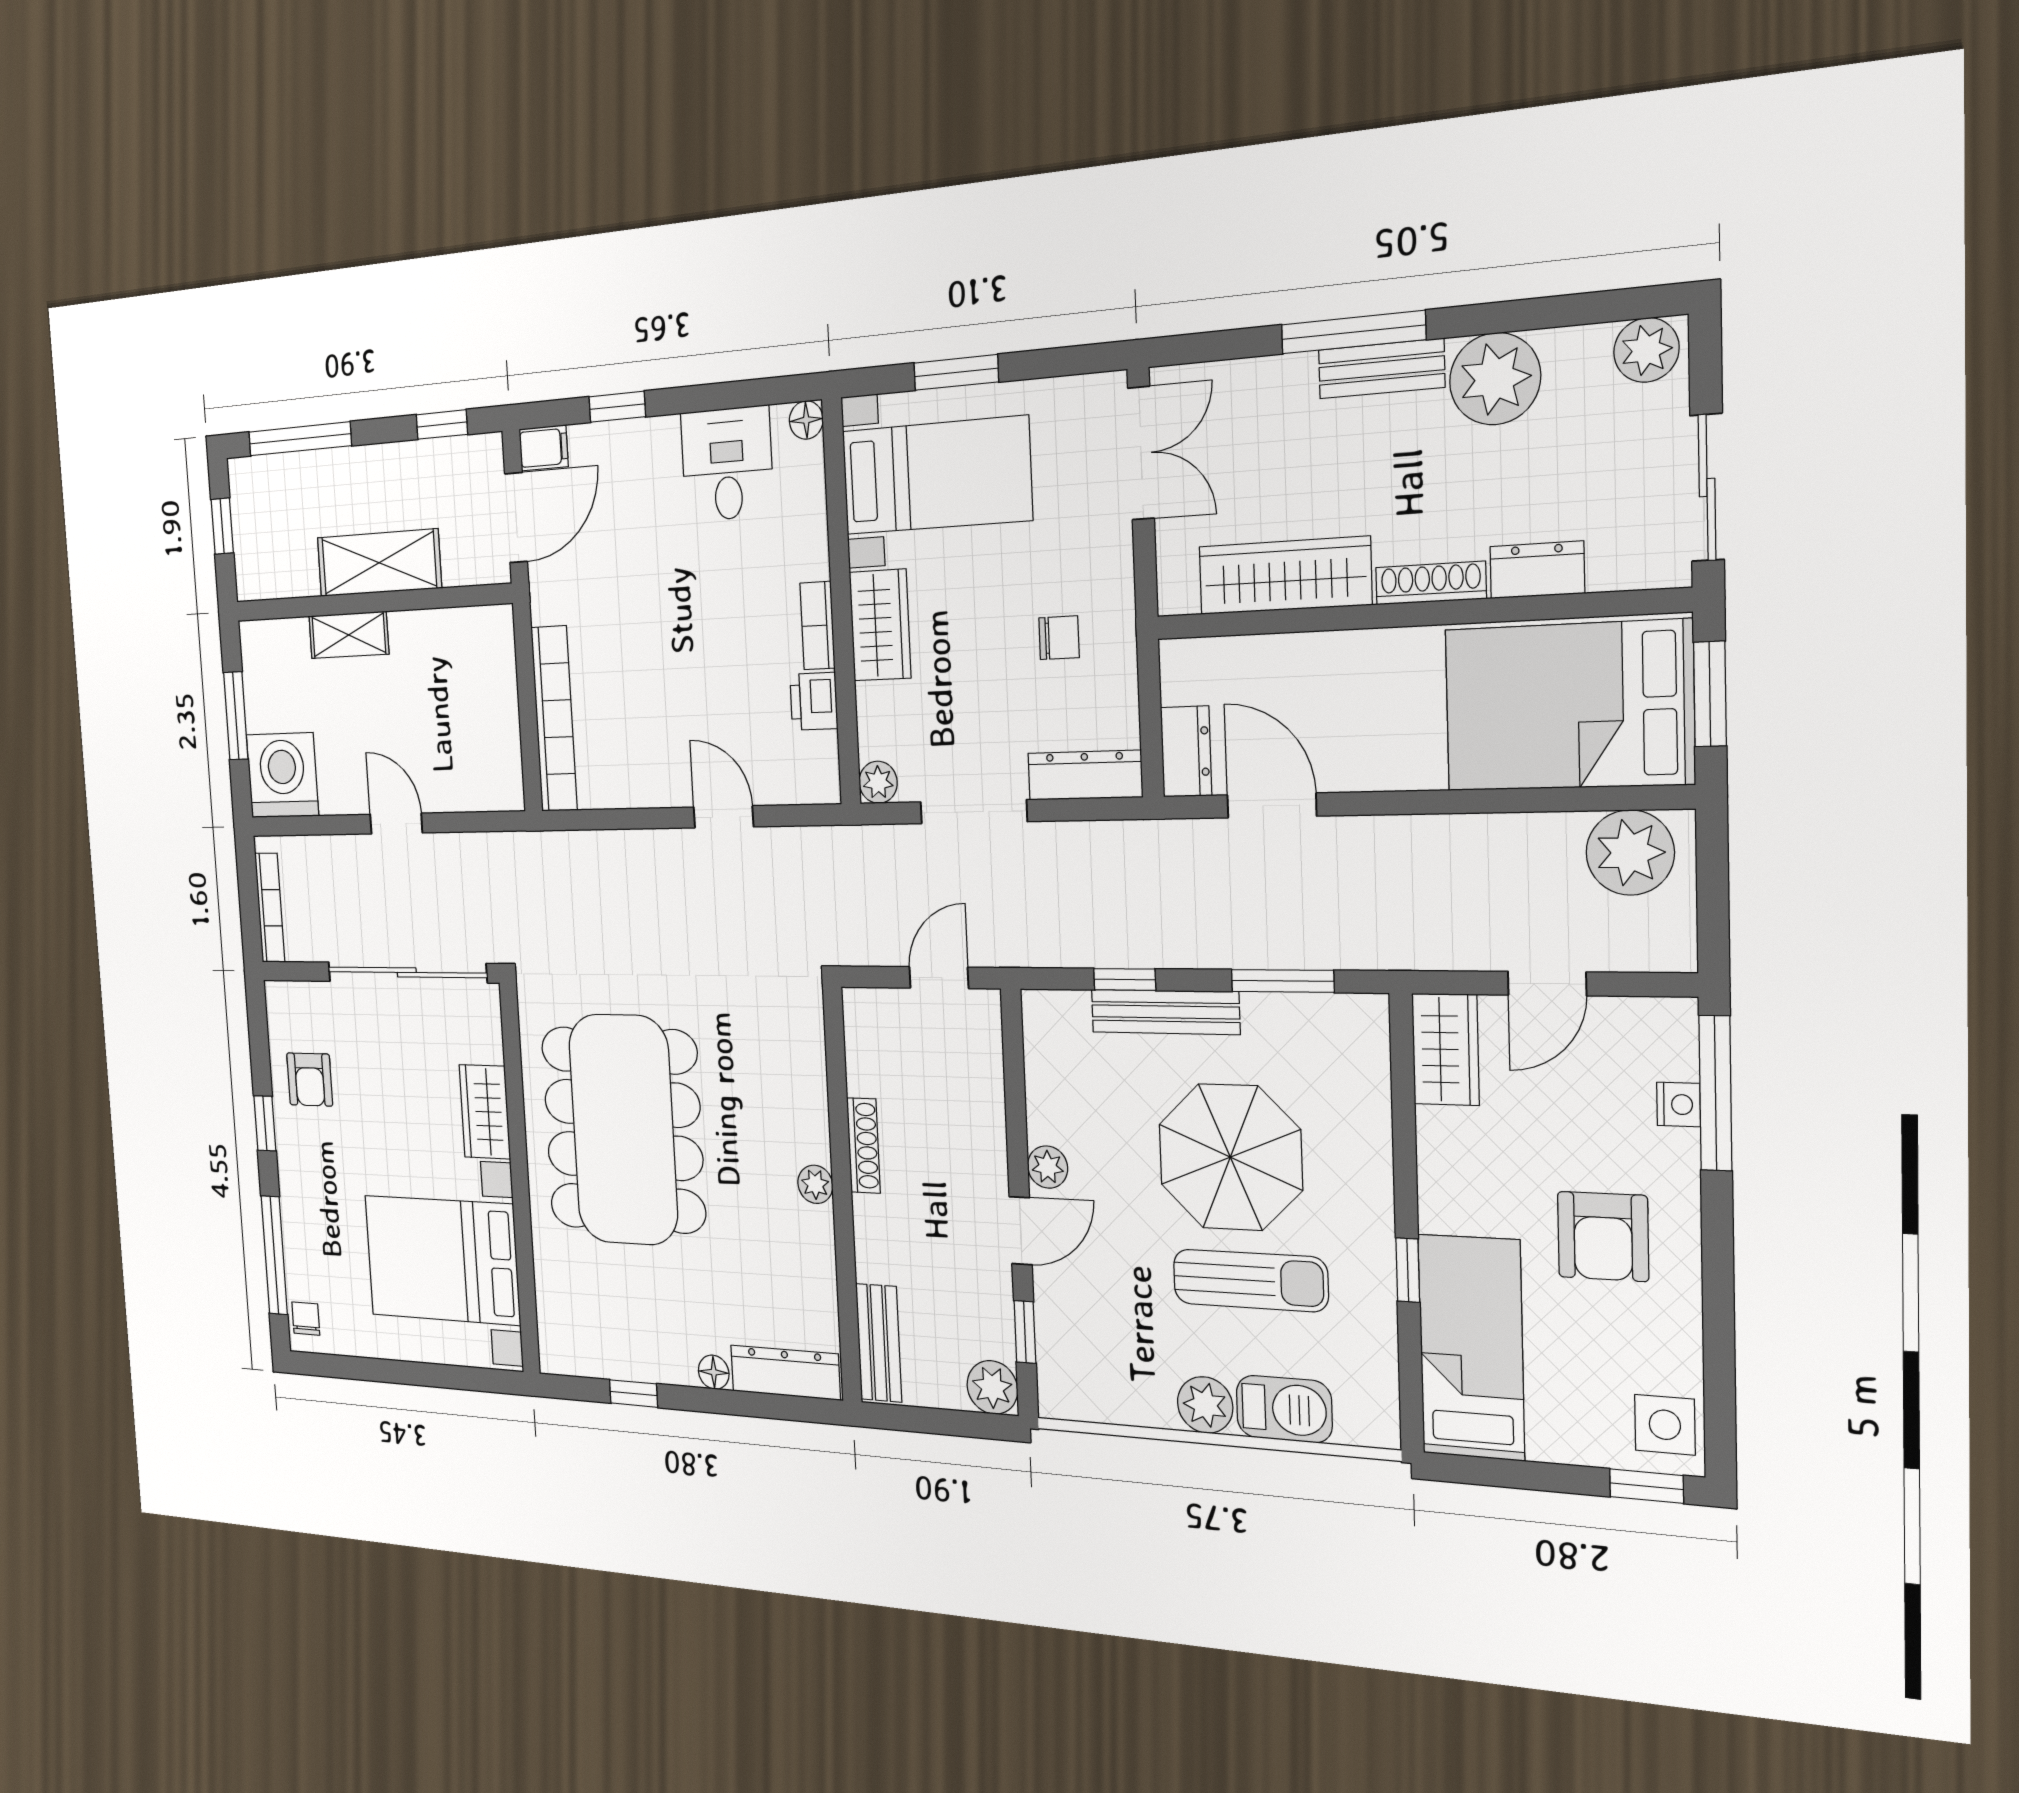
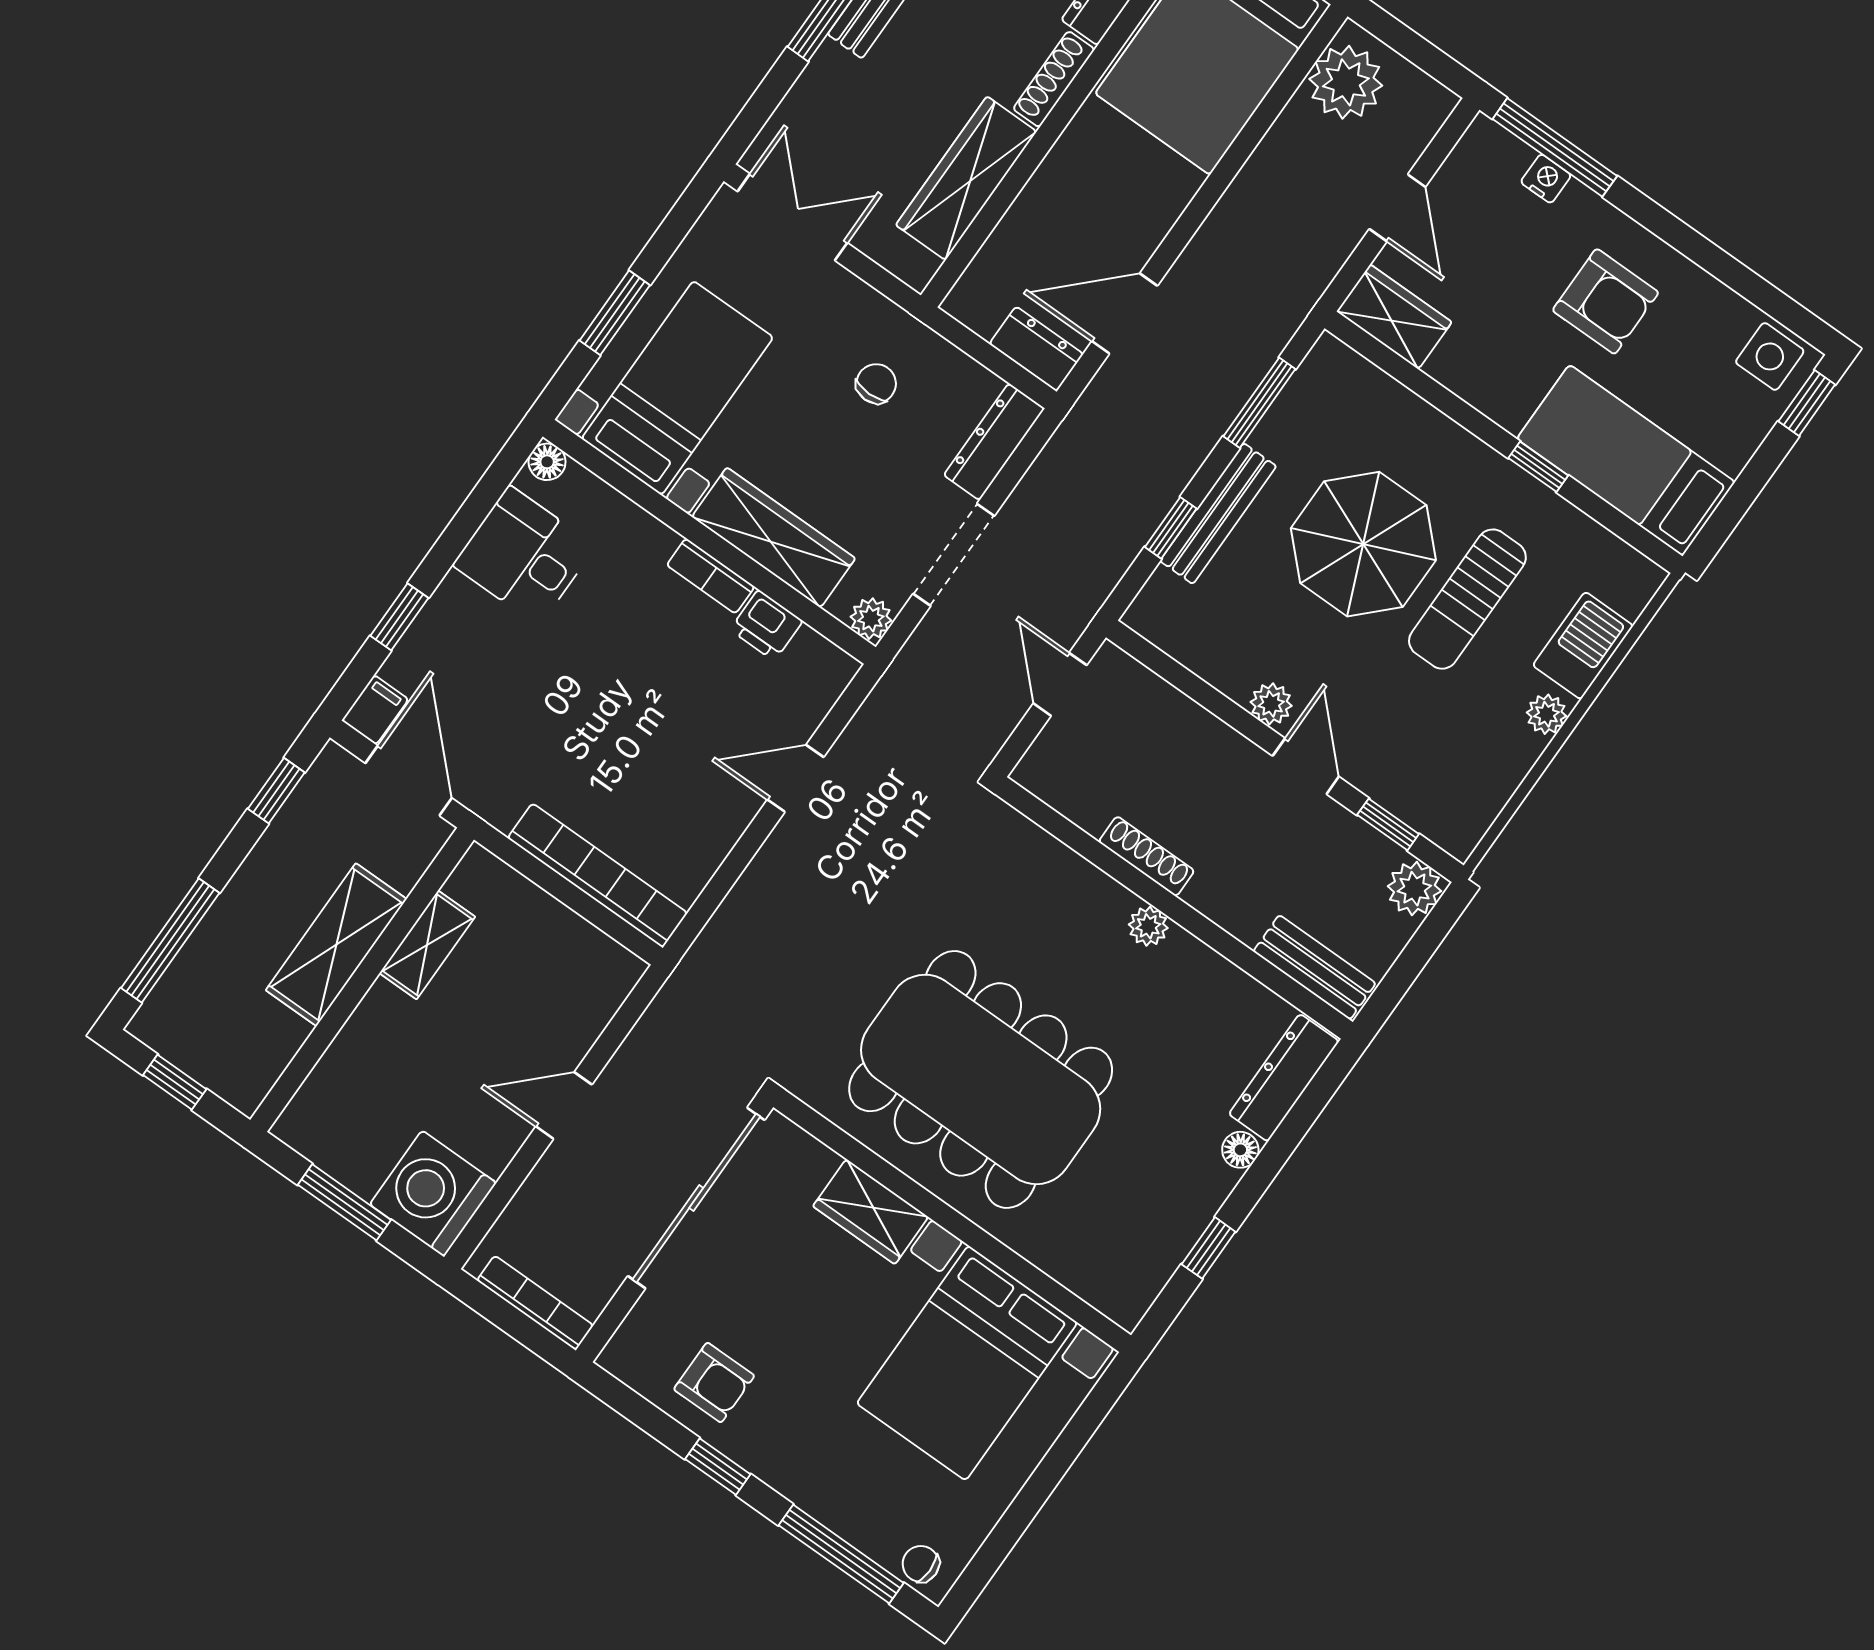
wardrobe: (880, 625) -> (774, 538), width x1.50
shelving: (349, 635) -> (427, 945), moved
sun lounger: (1250, 1280) -> (1467, 599), turned 180
plant: (1205, 1405) -> (1547, 714), width x0.73, depth x0.73

